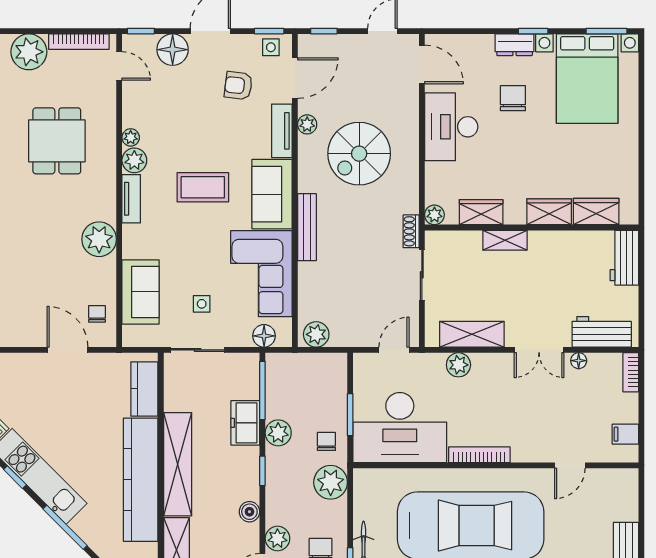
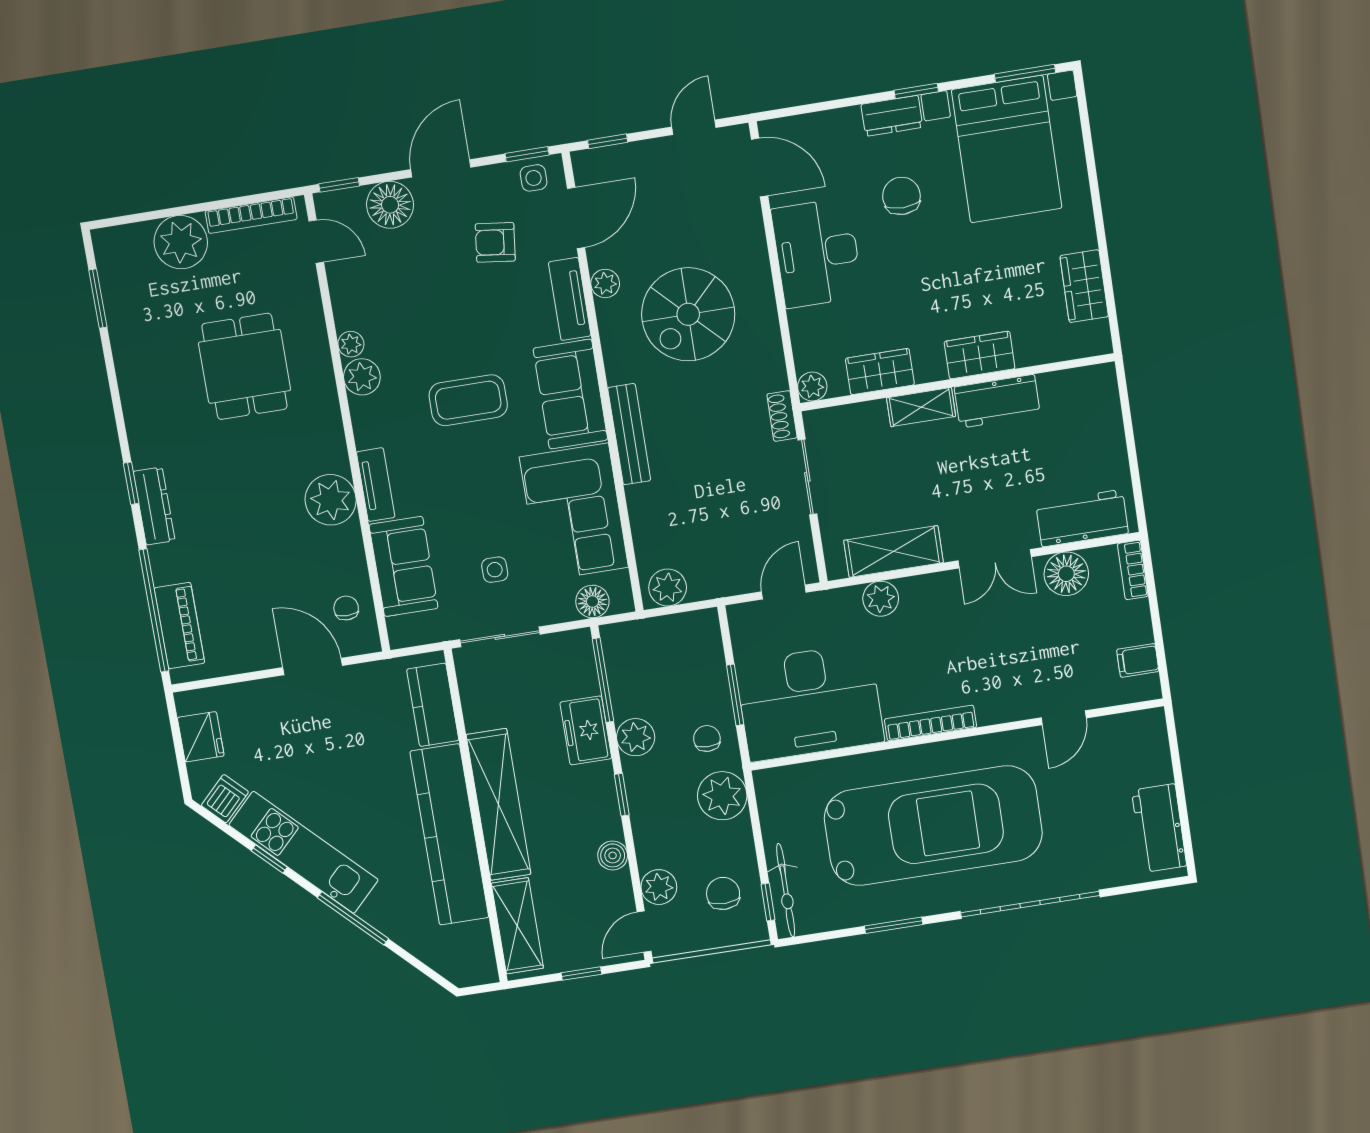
tv unit: (131, 199) -> (376, 485), moved
wardrobe: (596, 211) -> (1084, 286), moved, turned -90
workbench: (624, 258) -> (997, 401), moved, turned -90
floor lamp: (579, 361) -> (1066, 574), width x1.89, depth x1.89

